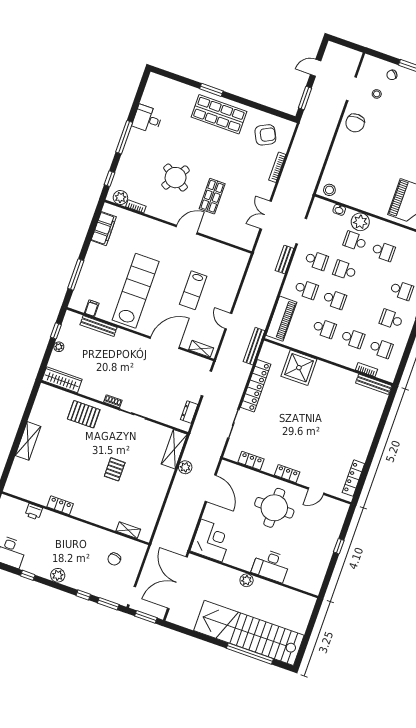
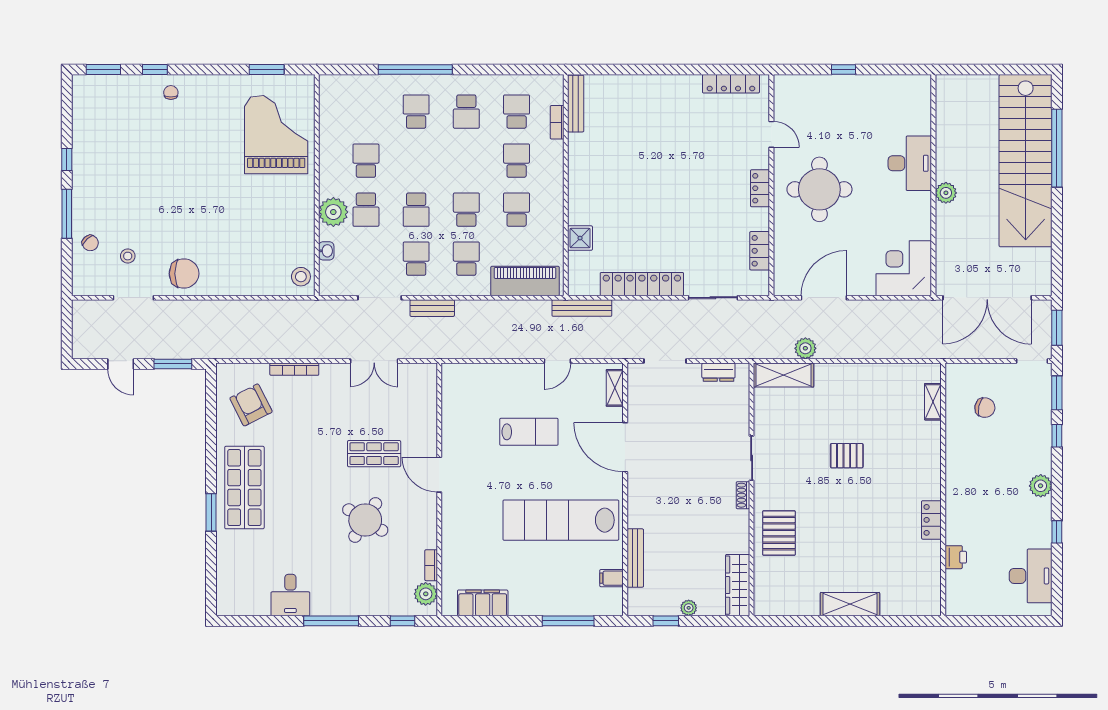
shower: (299, 368) -> (580, 238), width x0.54, depth x0.54

